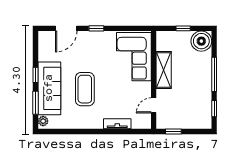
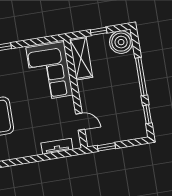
shelving: (164, 70) -> (81, 58), moved
door: (154, 105) -> (80, 122), swing flipped
tv unit: (117, 124) -> (57, 146), moved

